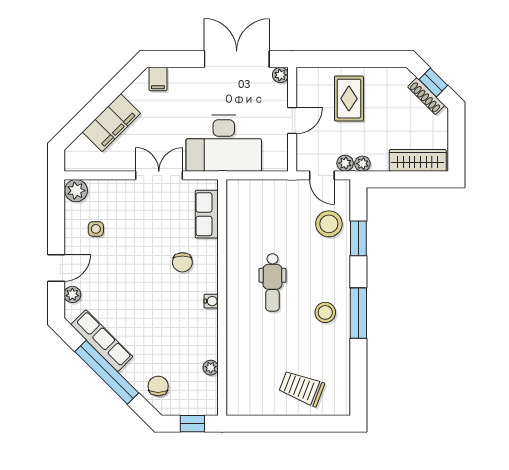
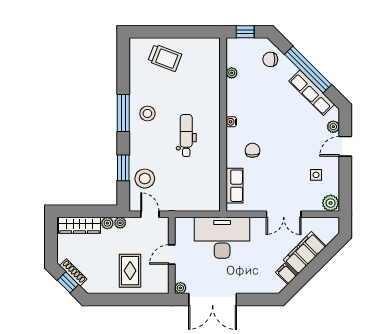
filing cabinet: (158, 79) -> (286, 274), moved, turned -45
plant: (345, 163) -> (107, 223), moved
double door: (159, 175) -> (284, 214), moved
chair: (158, 386) -> (270, 59), turned 90

